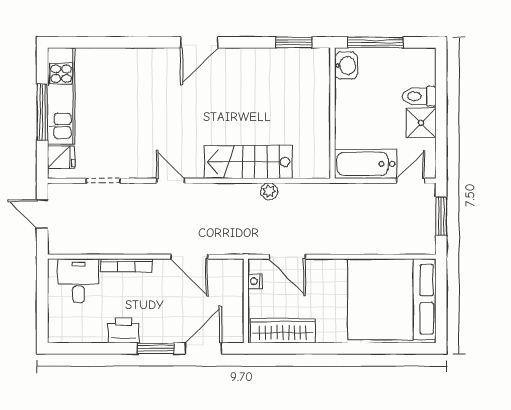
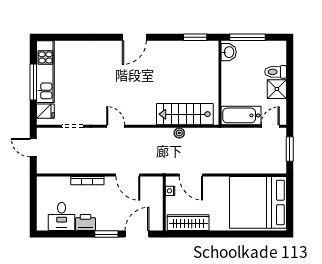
stairs: (248, 162) -> (185, 114), moved
desk: (78, 281) -> (62, 217), moved, turned 180

